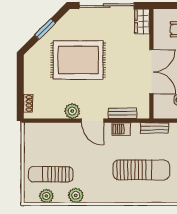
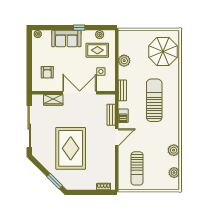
wardrobe: (142, 21) -> (53, 100), moved
window: (45, 29) -> (55, 181), moved
plant: (72, 111) -> (109, 153), removed
sun lounger: (51, 174) -> (137, 168), moved

